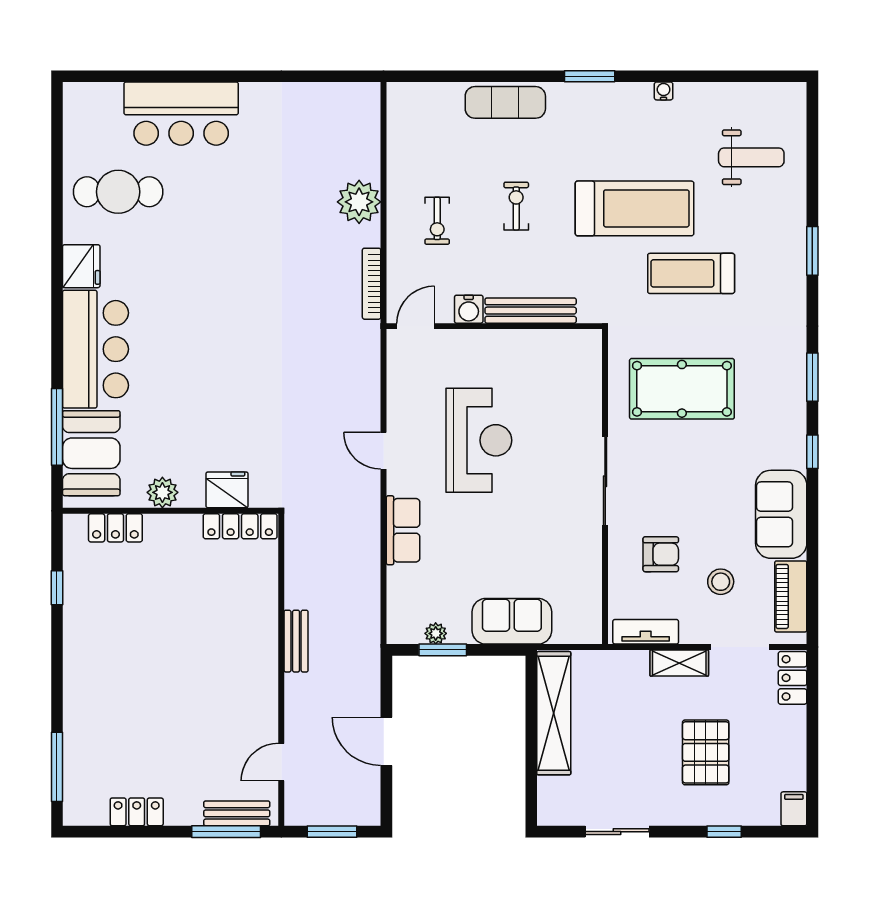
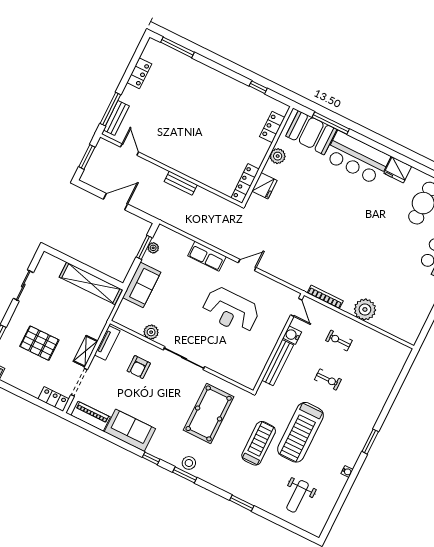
exercise mat: (505, 102) -> (377, 398), removed
plant: (588, 563) -> (151, 332), added
stool: (721, 582) -> (189, 463), moved

